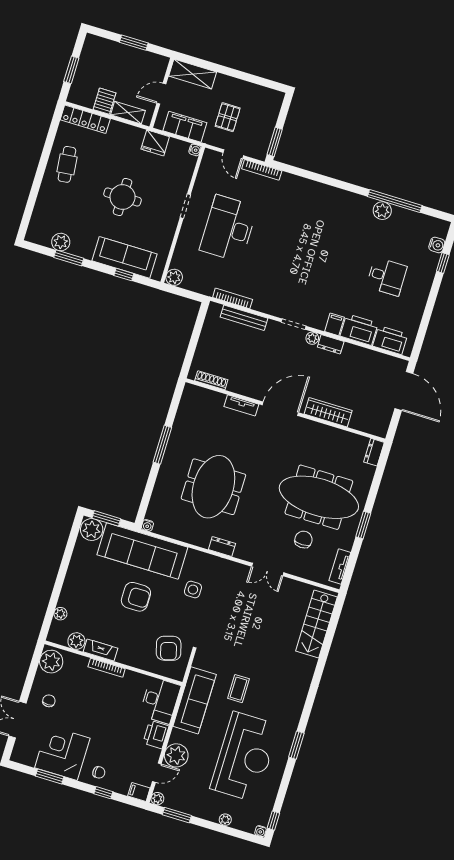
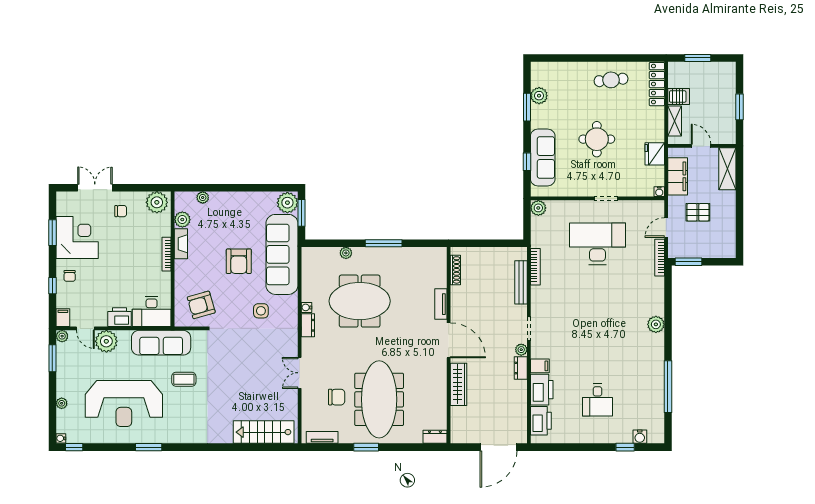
plant: (382, 211) -> (656, 324), moved
plant: (161, 486) -> (346, 253), added
water cooler: (147, 525) -> (306, 307), moved

